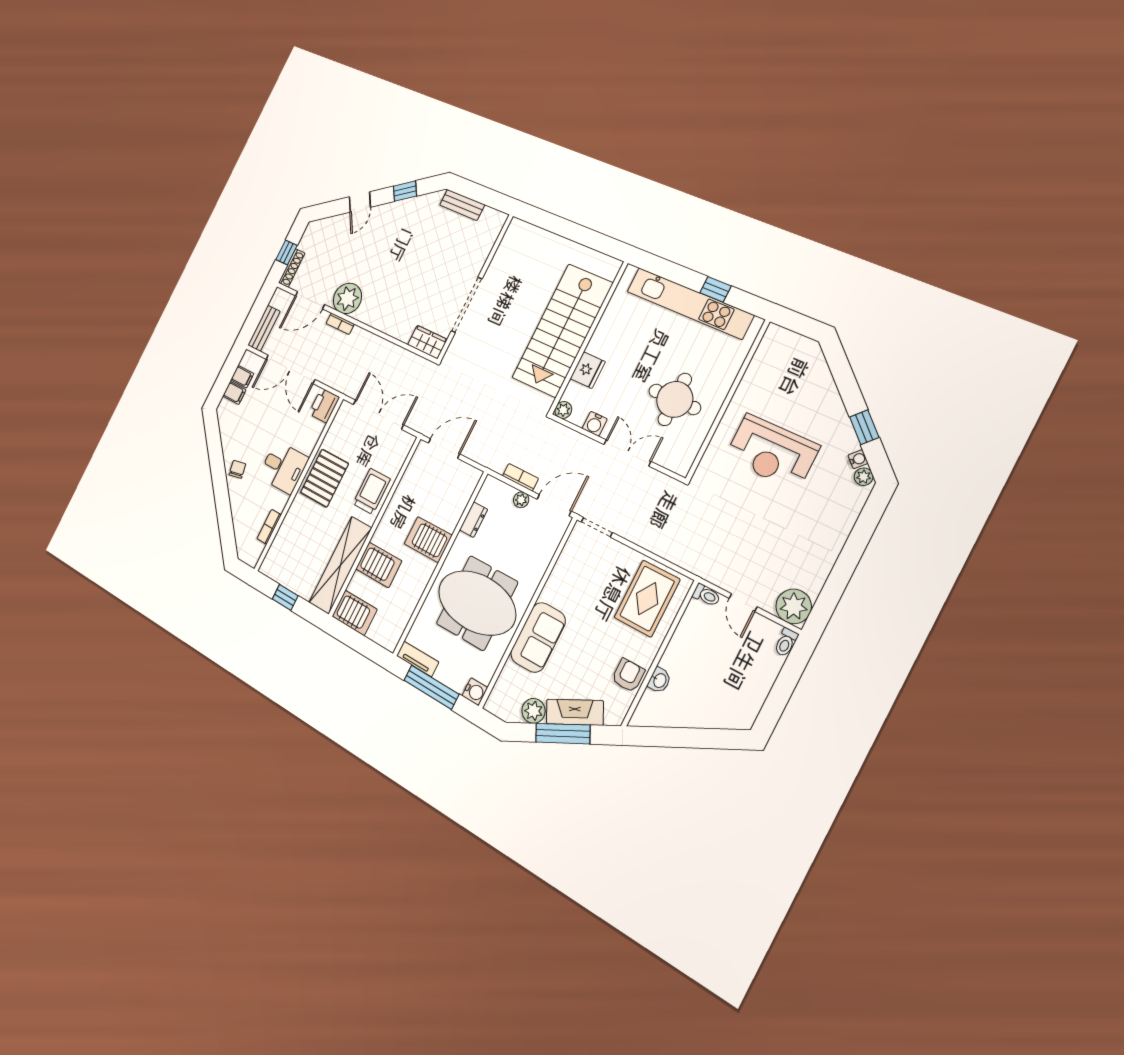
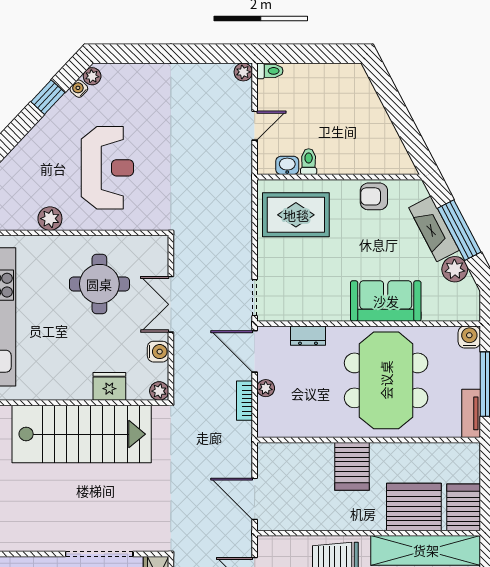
plant: (752, 381) -> (50, 219), added
dresser: (474, 520) -> (308, 336), moved, turned 180
server rack: (379, 565) -> (414, 507), width x1.60
toilet: (706, 595) -> (309, 162), moved
plant: (794, 606) -> (243, 72), width x0.53, depth x0.53
washbasin: (659, 680) -> (287, 165), moved

